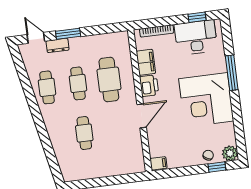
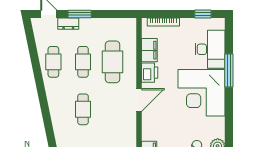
desk: (196, 37) -> (210, 49), moved, turned 90

